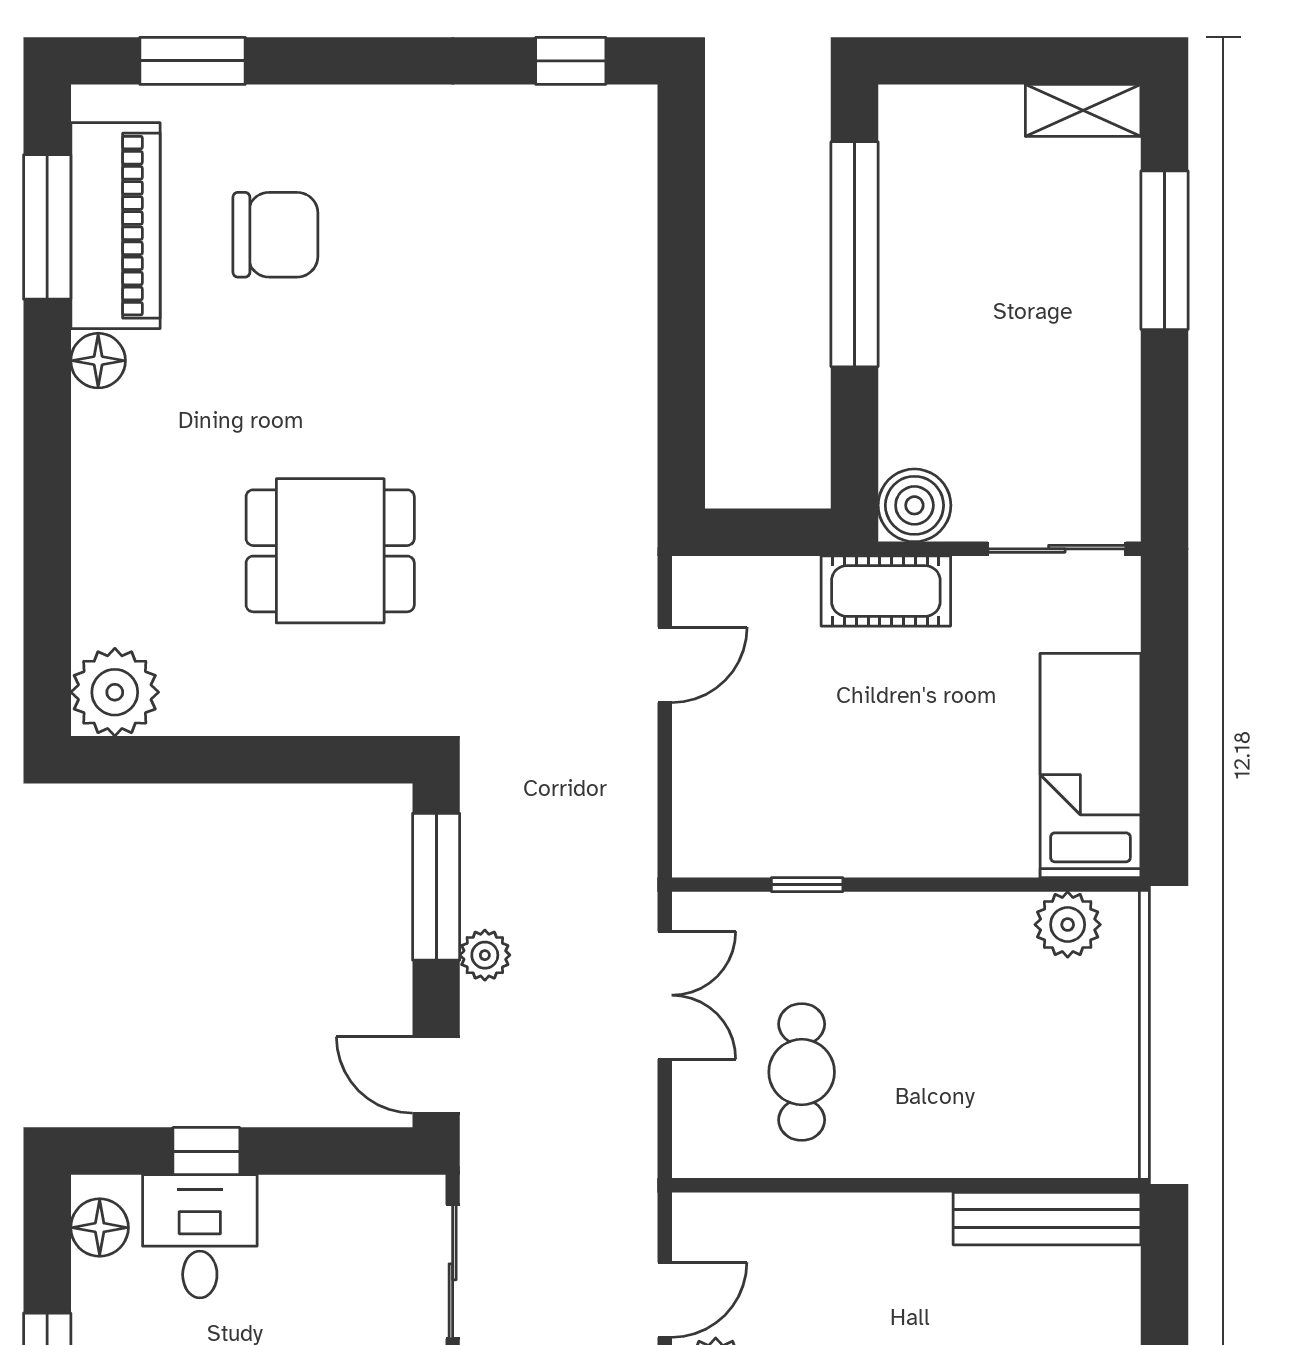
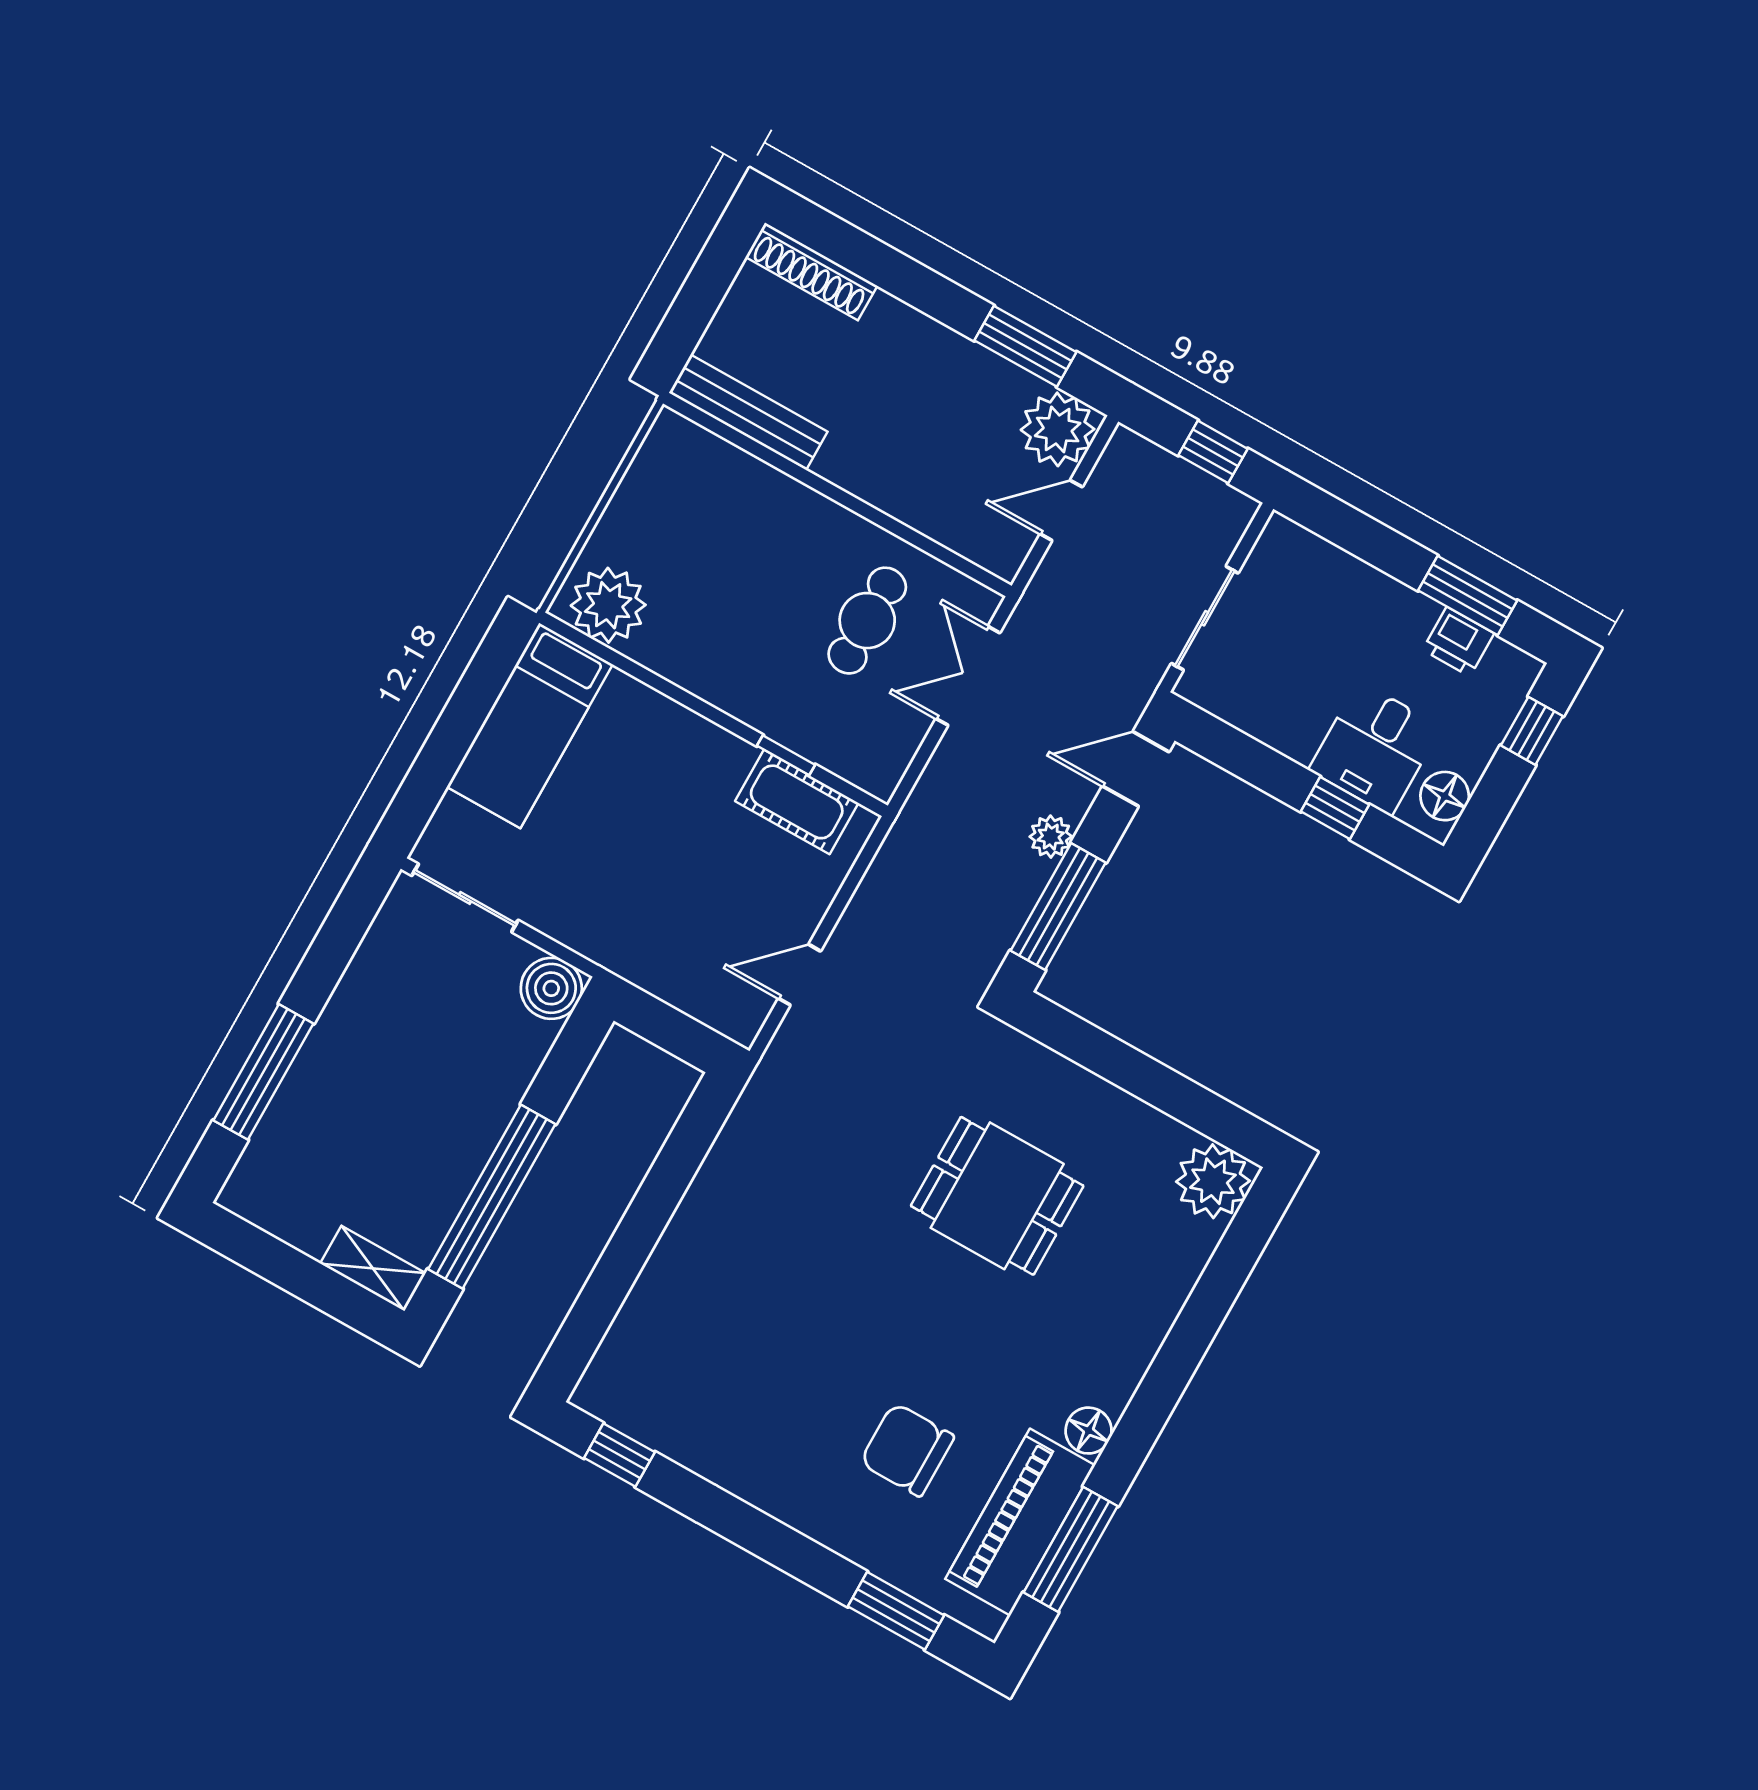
shelving: (1083, 110) -> (373, 1268), moved
cot: (886, 591) -> (797, 802), moved
plant: (1068, 925) -> (608, 605), width x1.36, depth x1.36
double door: (665, 995) -> (968, 676), moved
door: (436, 1075) -> (1136, 769), swing flipped

